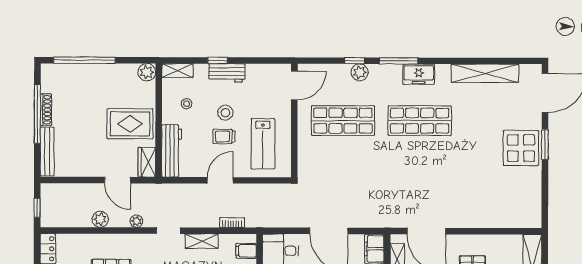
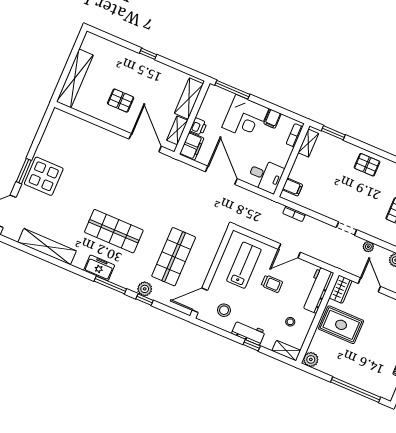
stool: (225, 113) -> (224, 310), moved
shop shelf: (343, 121) -> (174, 257), turned 90
shelving: (202, 241) -> (324, 209), removed

